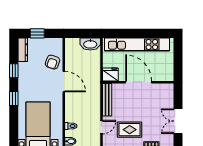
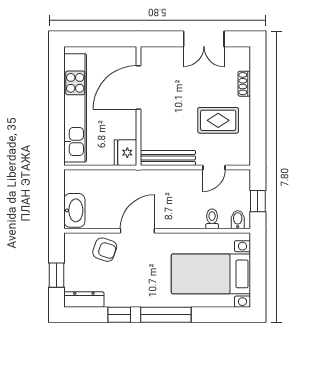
washbasin: (90, 44) -> (74, 210), moved
door: (139, 82) -> (139, 88), moved
window: (14, 99) -> (166, 315), width x2.17
door: (101, 127) -> (214, 167), swing flipped
rug: (130, 130) -> (218, 120), turned 90

